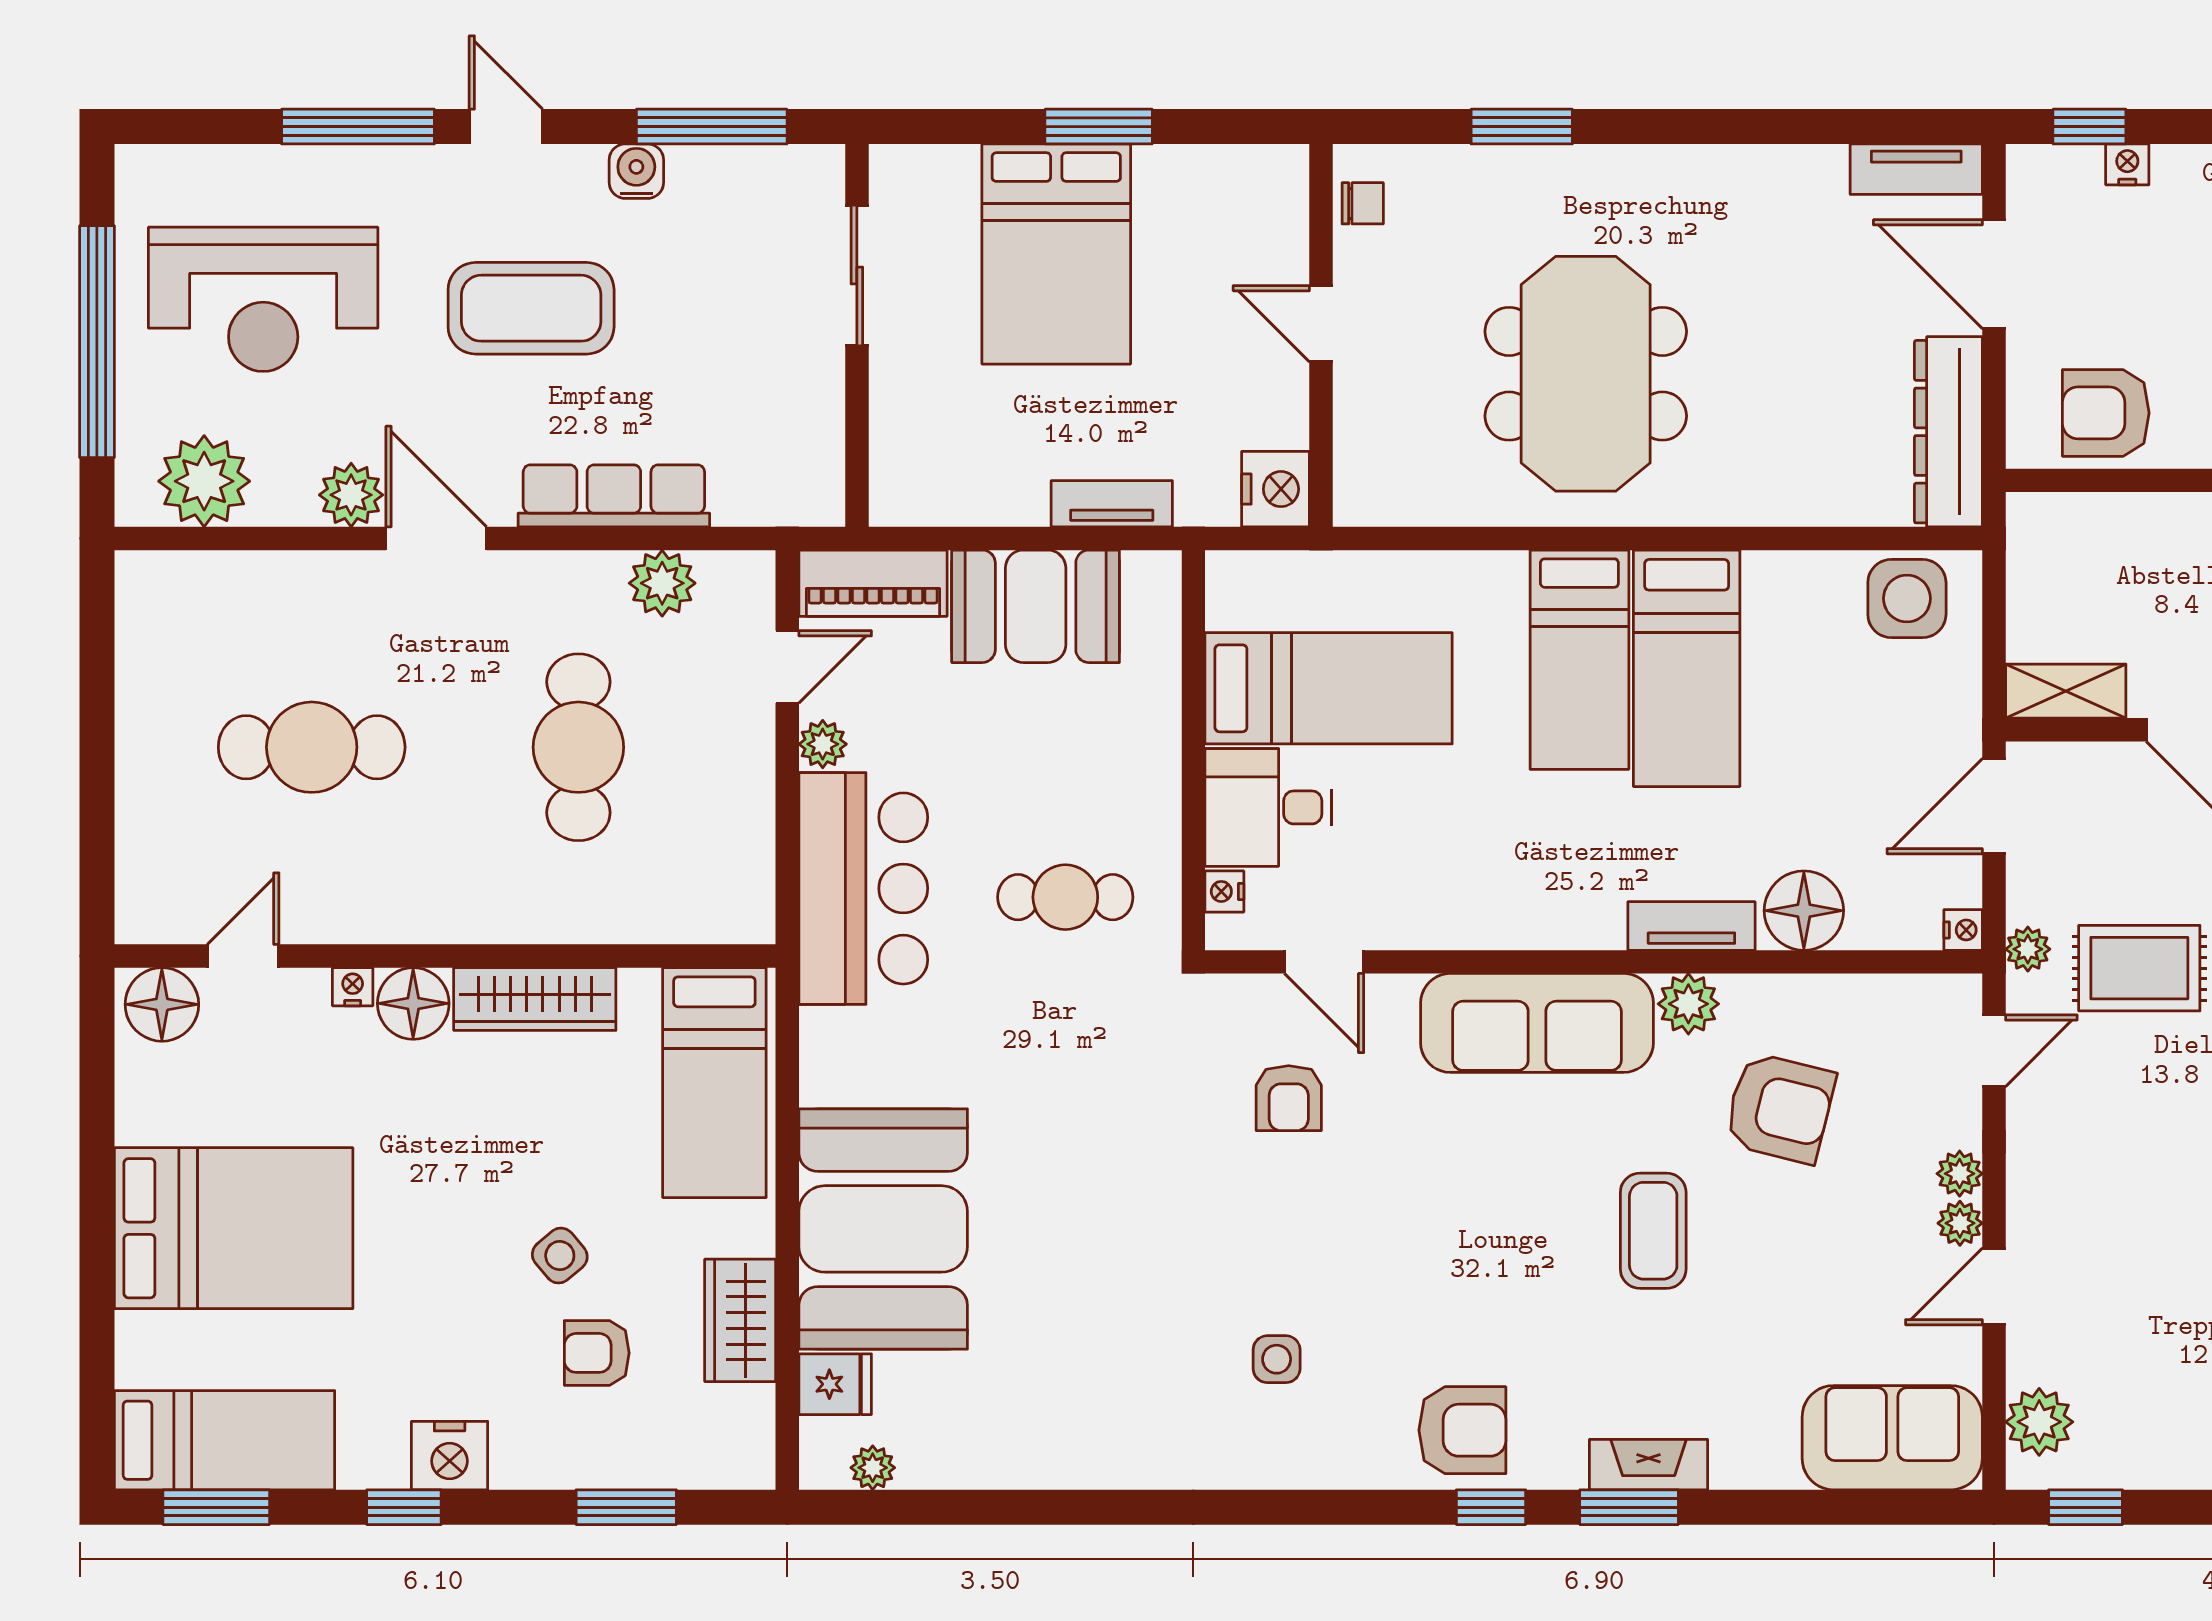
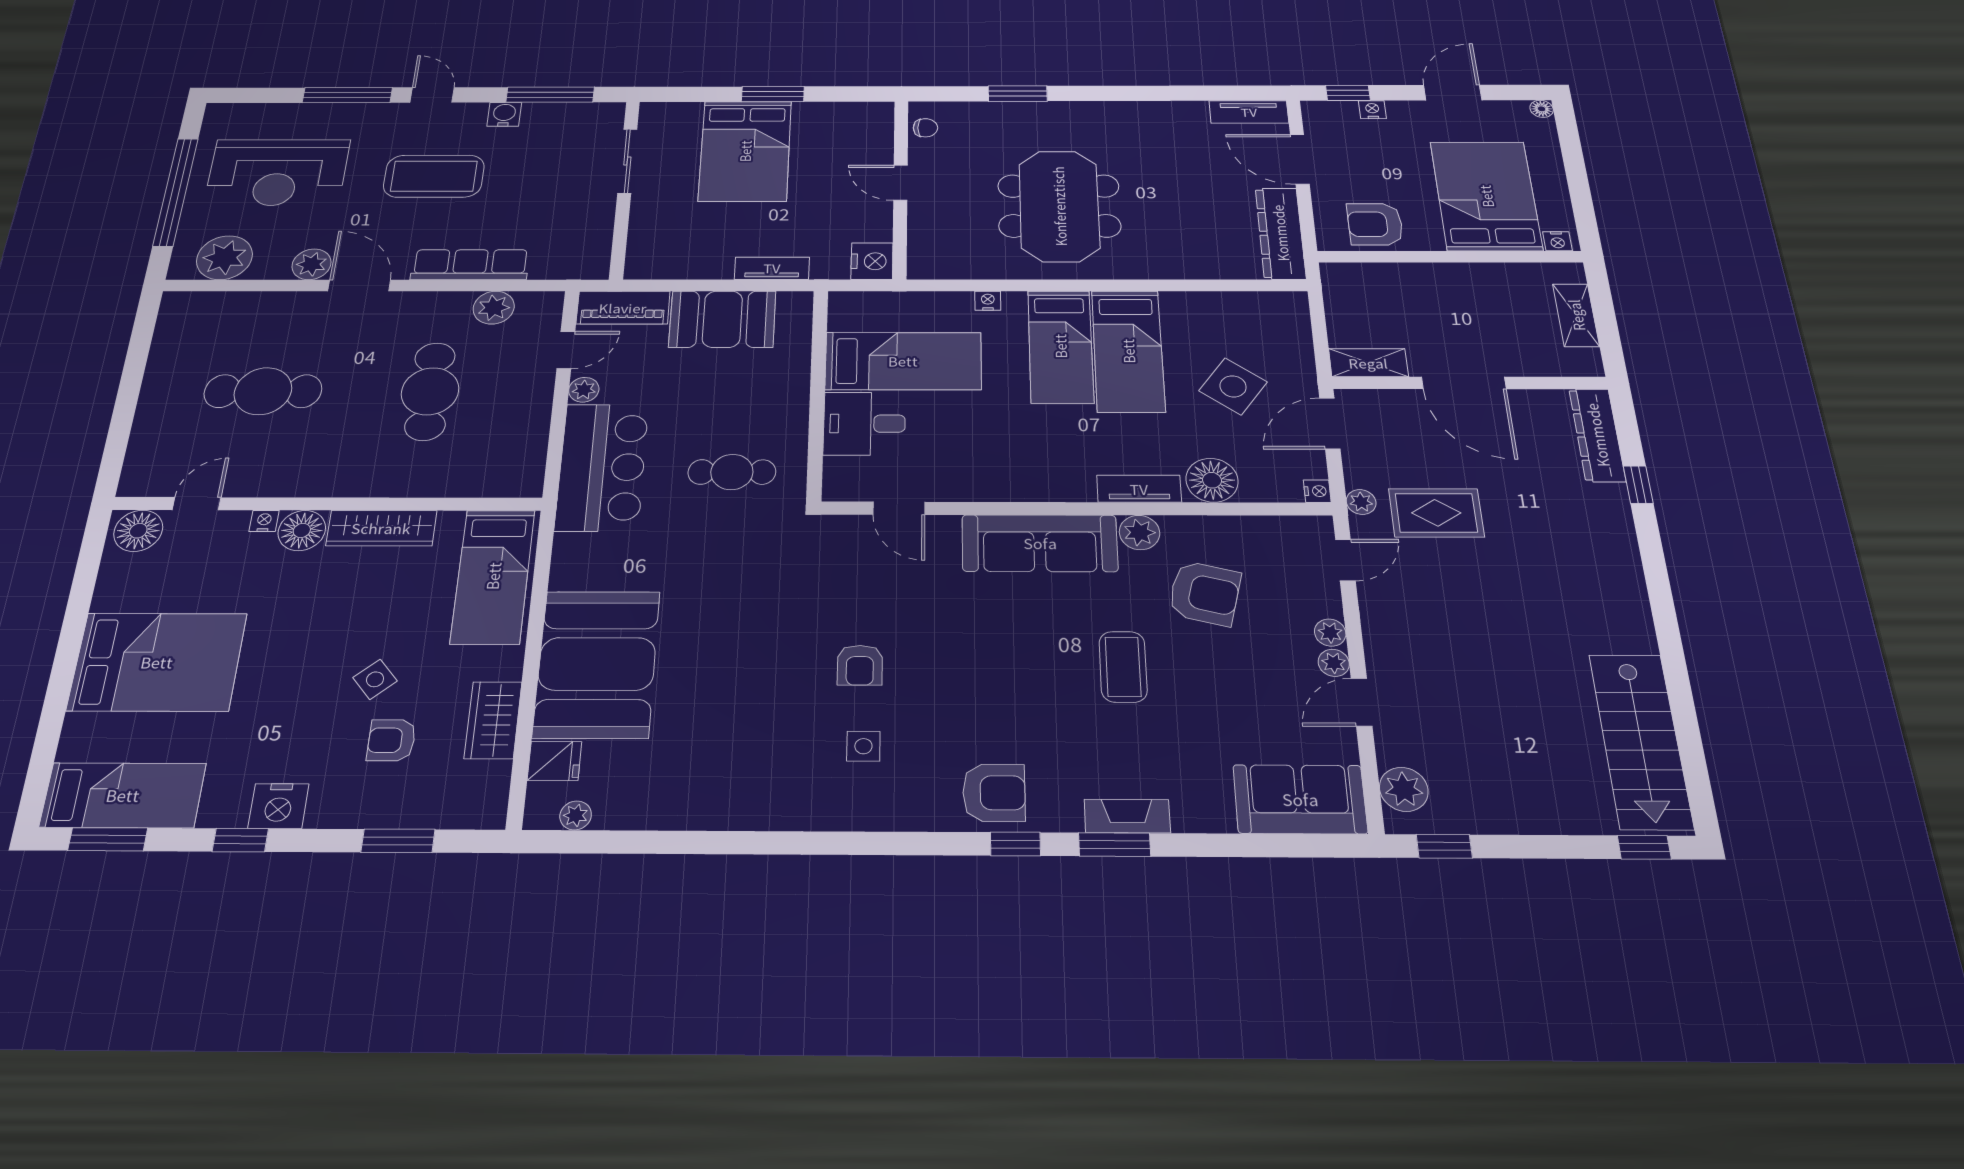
side table: (1907, 598) -> (1233, 386), moved, turned 36
nightstand: (1224, 891) -> (988, 301), moved, turned 90
armchair: (1289, 1098) -> (860, 665), moved

